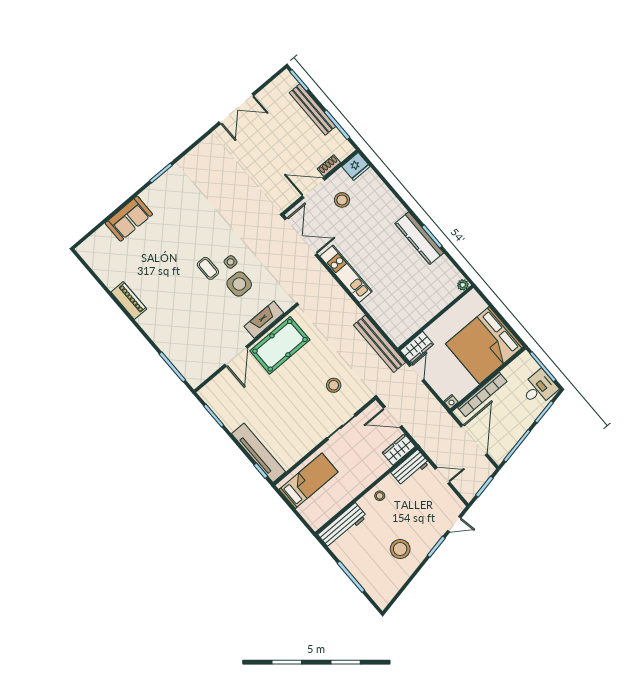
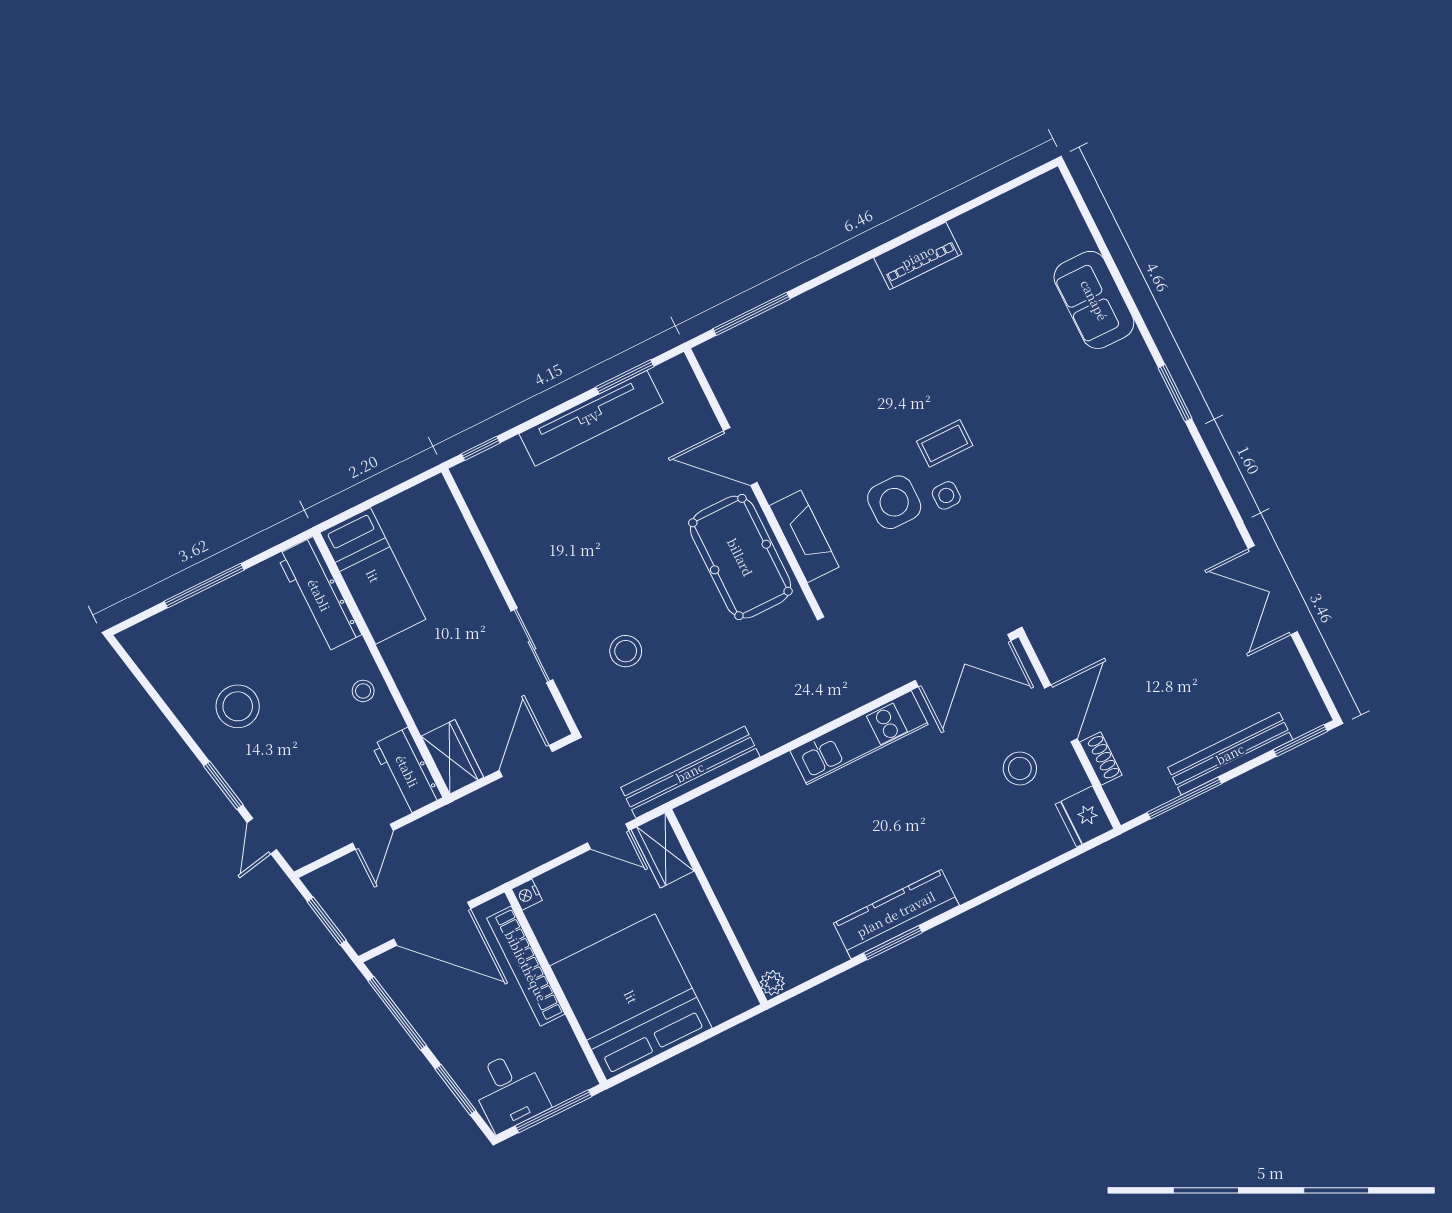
tv unit: (259, 453) -> (591, 418), moved
bed: (309, 481) -> (373, 576), moved

